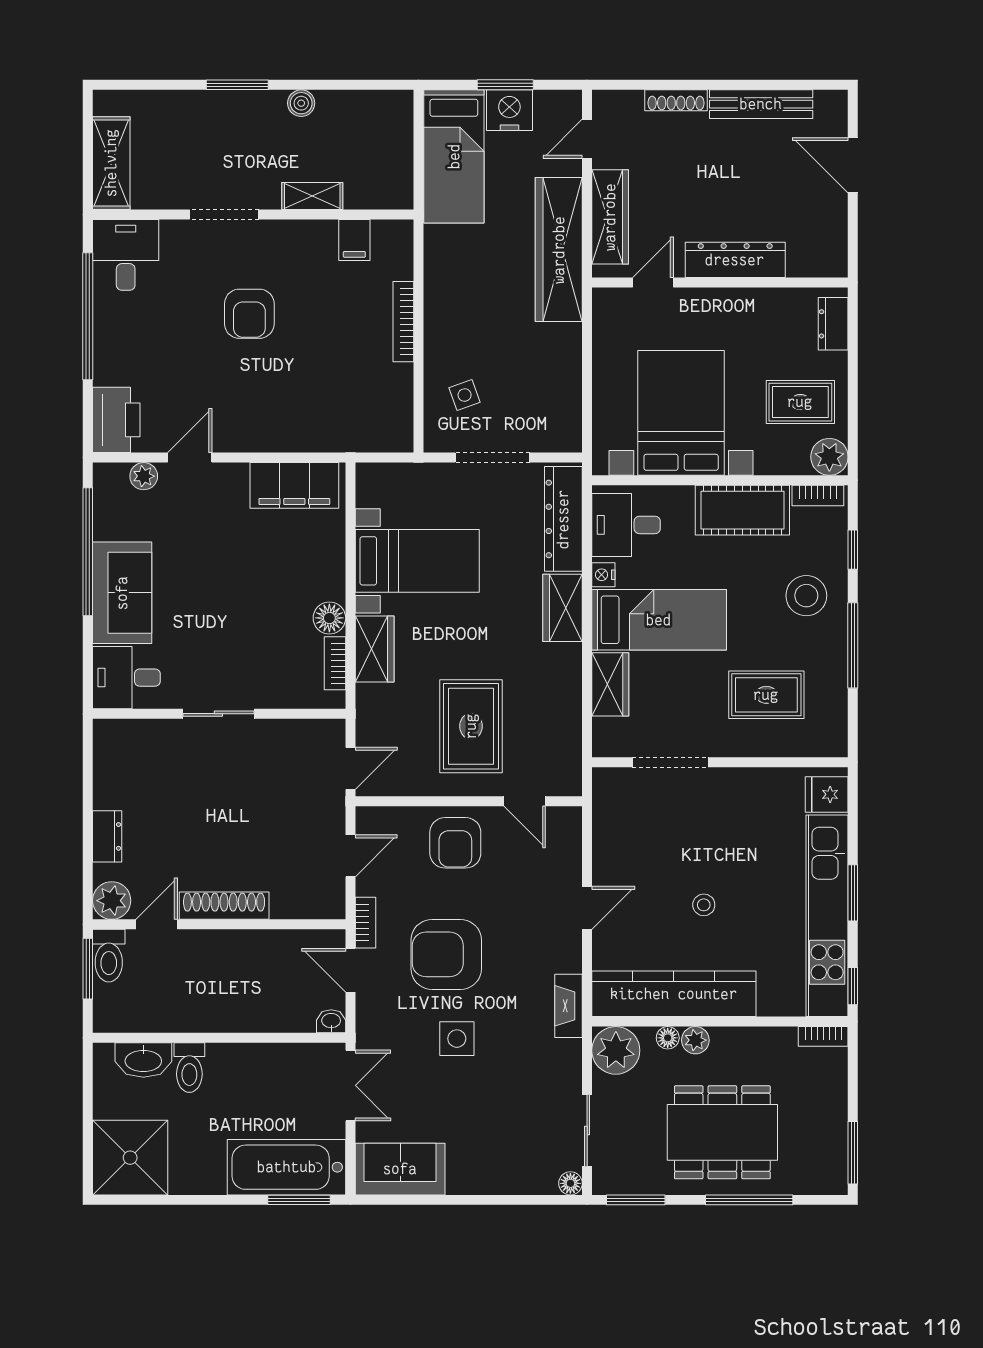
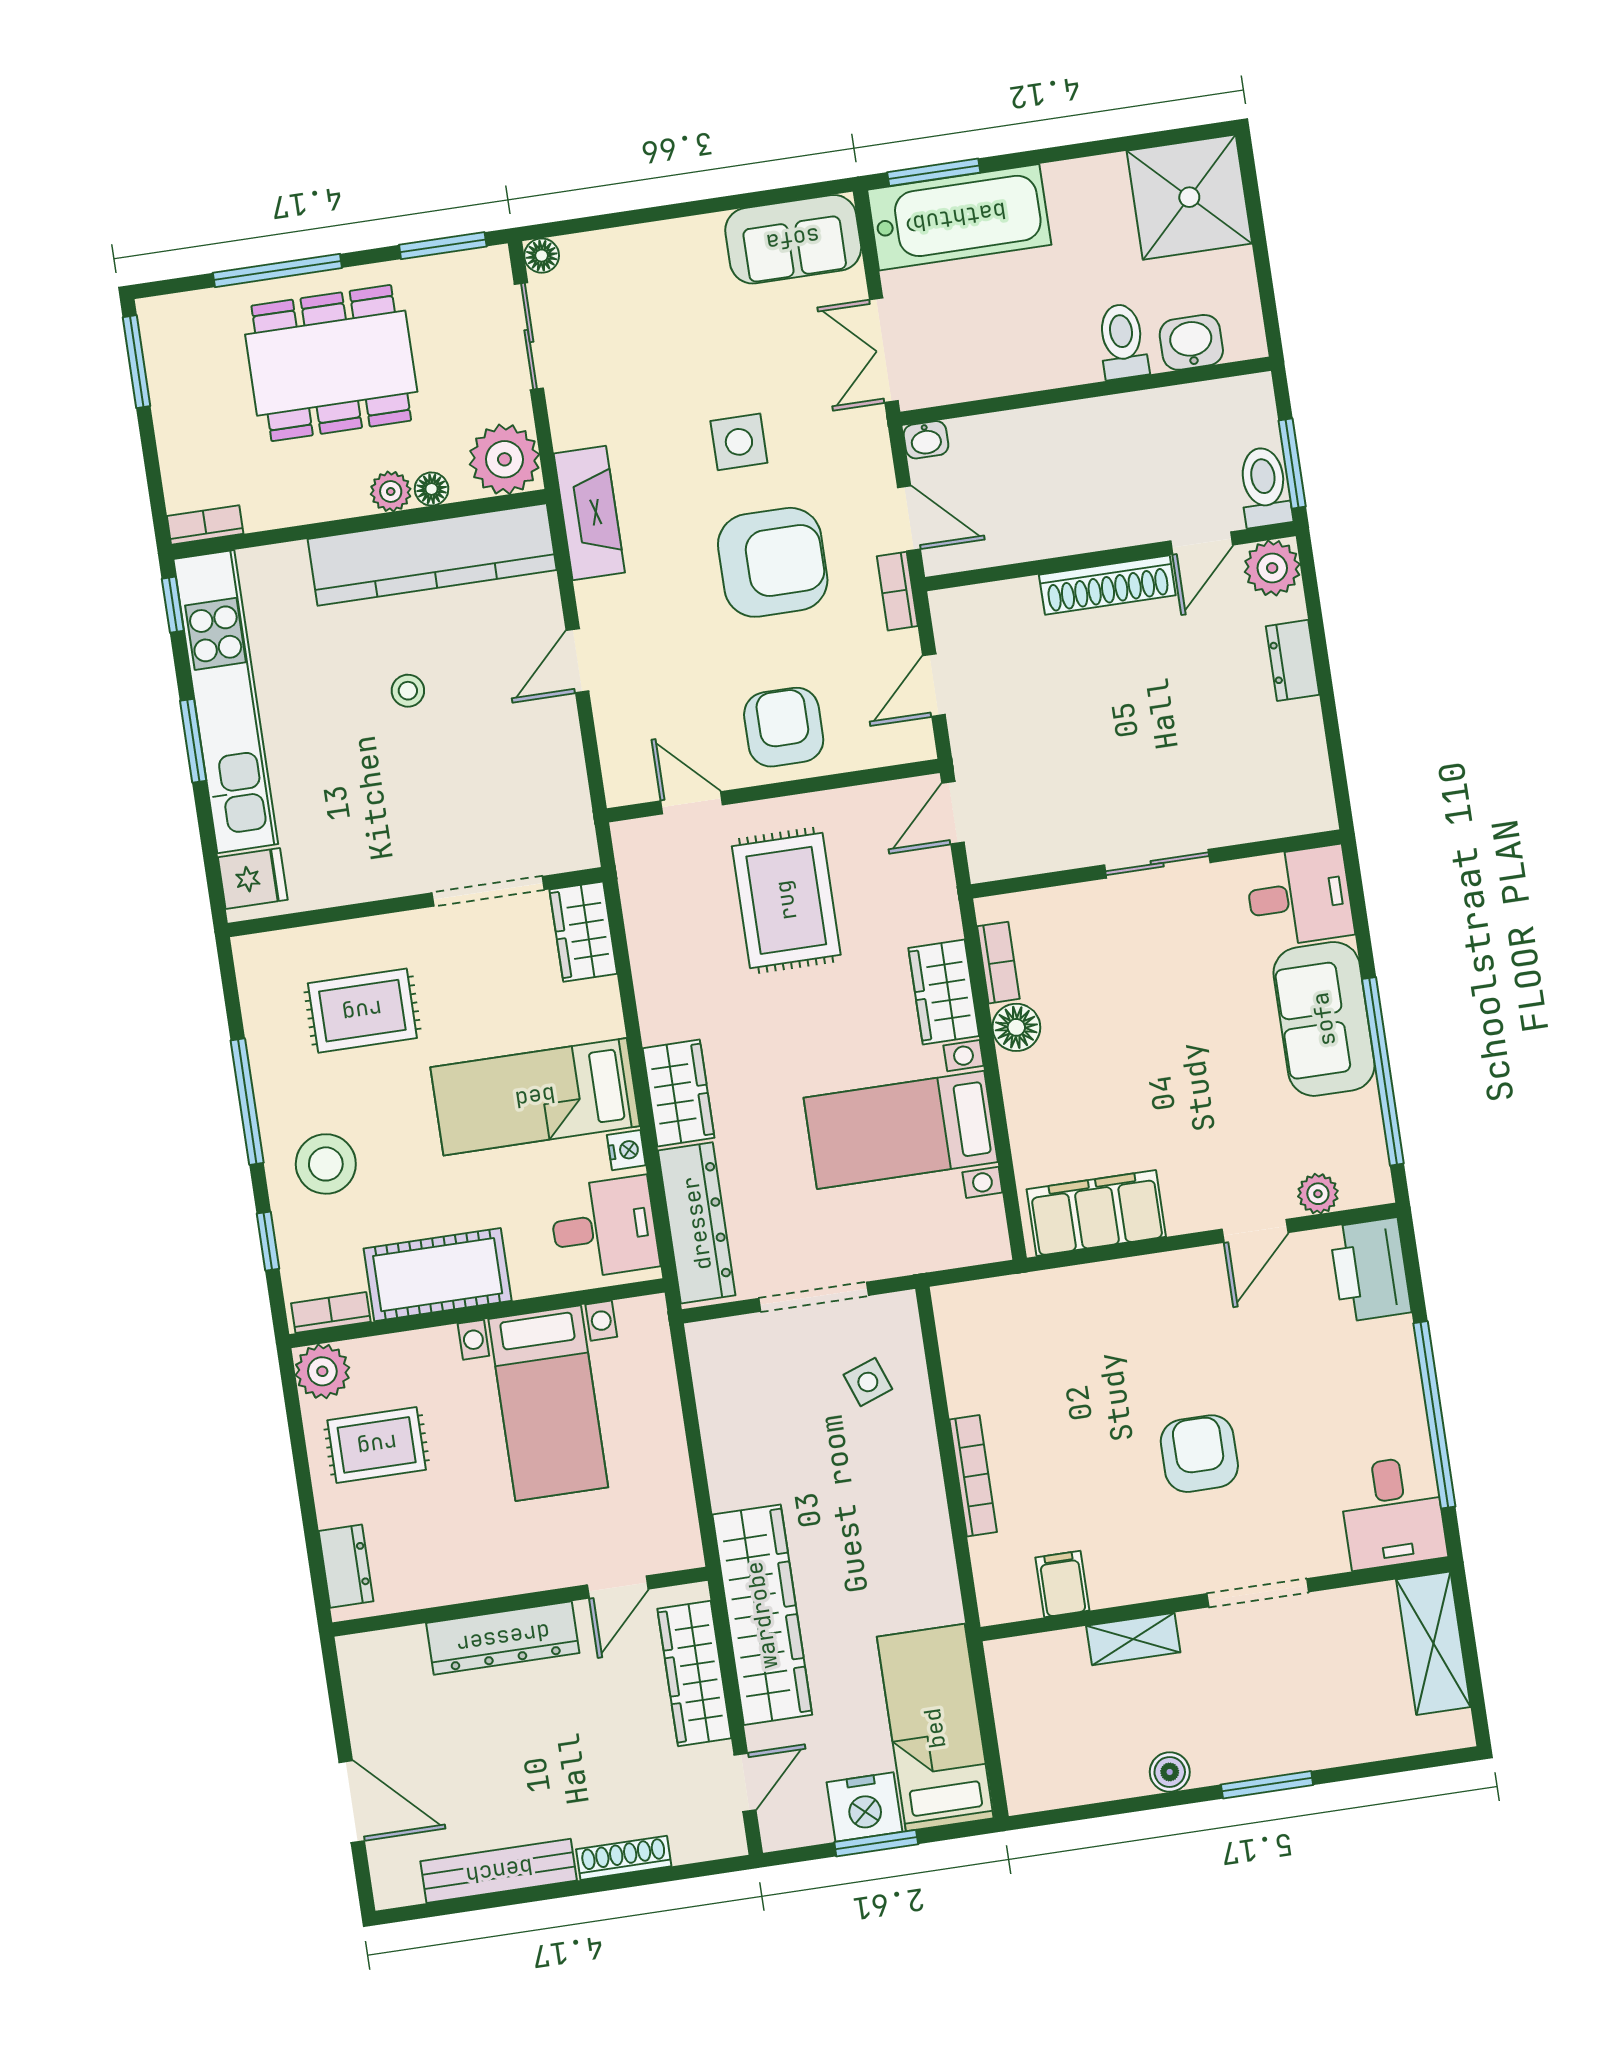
bed with nightstands: (681, 413) -> (548, 1403), width x0.73
wardrobe: (610, 684) -> (583, 932), moved
fireplace: (569, 1006) -> (589, 513), width x1.37, depth x1.32
washbasin: (143, 1060) -> (1191, 342), width x0.72

